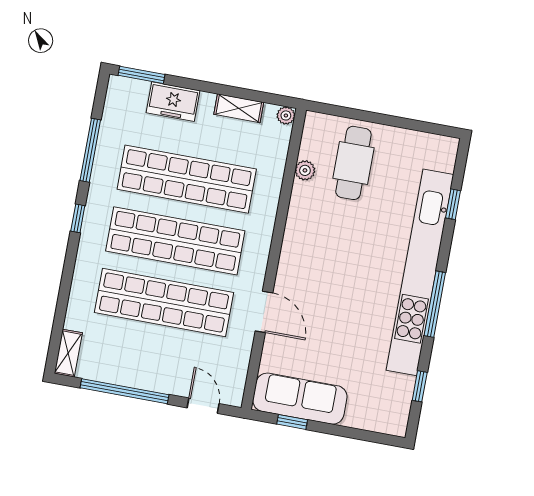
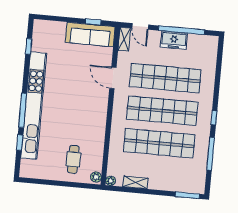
freezer: (173, 102) -> (174, 40), moved, turned 180
cafe table: (353, 163) -> (73, 159), width x0.73, depth x0.74
plant: (305, 170) -> (96, 177), moved
window: (435, 304) -> (23, 110), moved
shelving: (68, 353) -> (124, 39), moved

